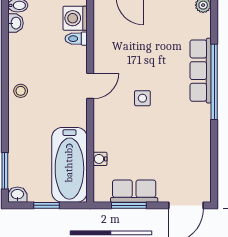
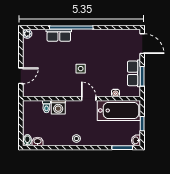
washing machine: (75, 18) -> (58, 107), moved
row of seats: (201, 71) -> (59, 35), width x0.68
door: (90, 86) -> (89, 99), moved

